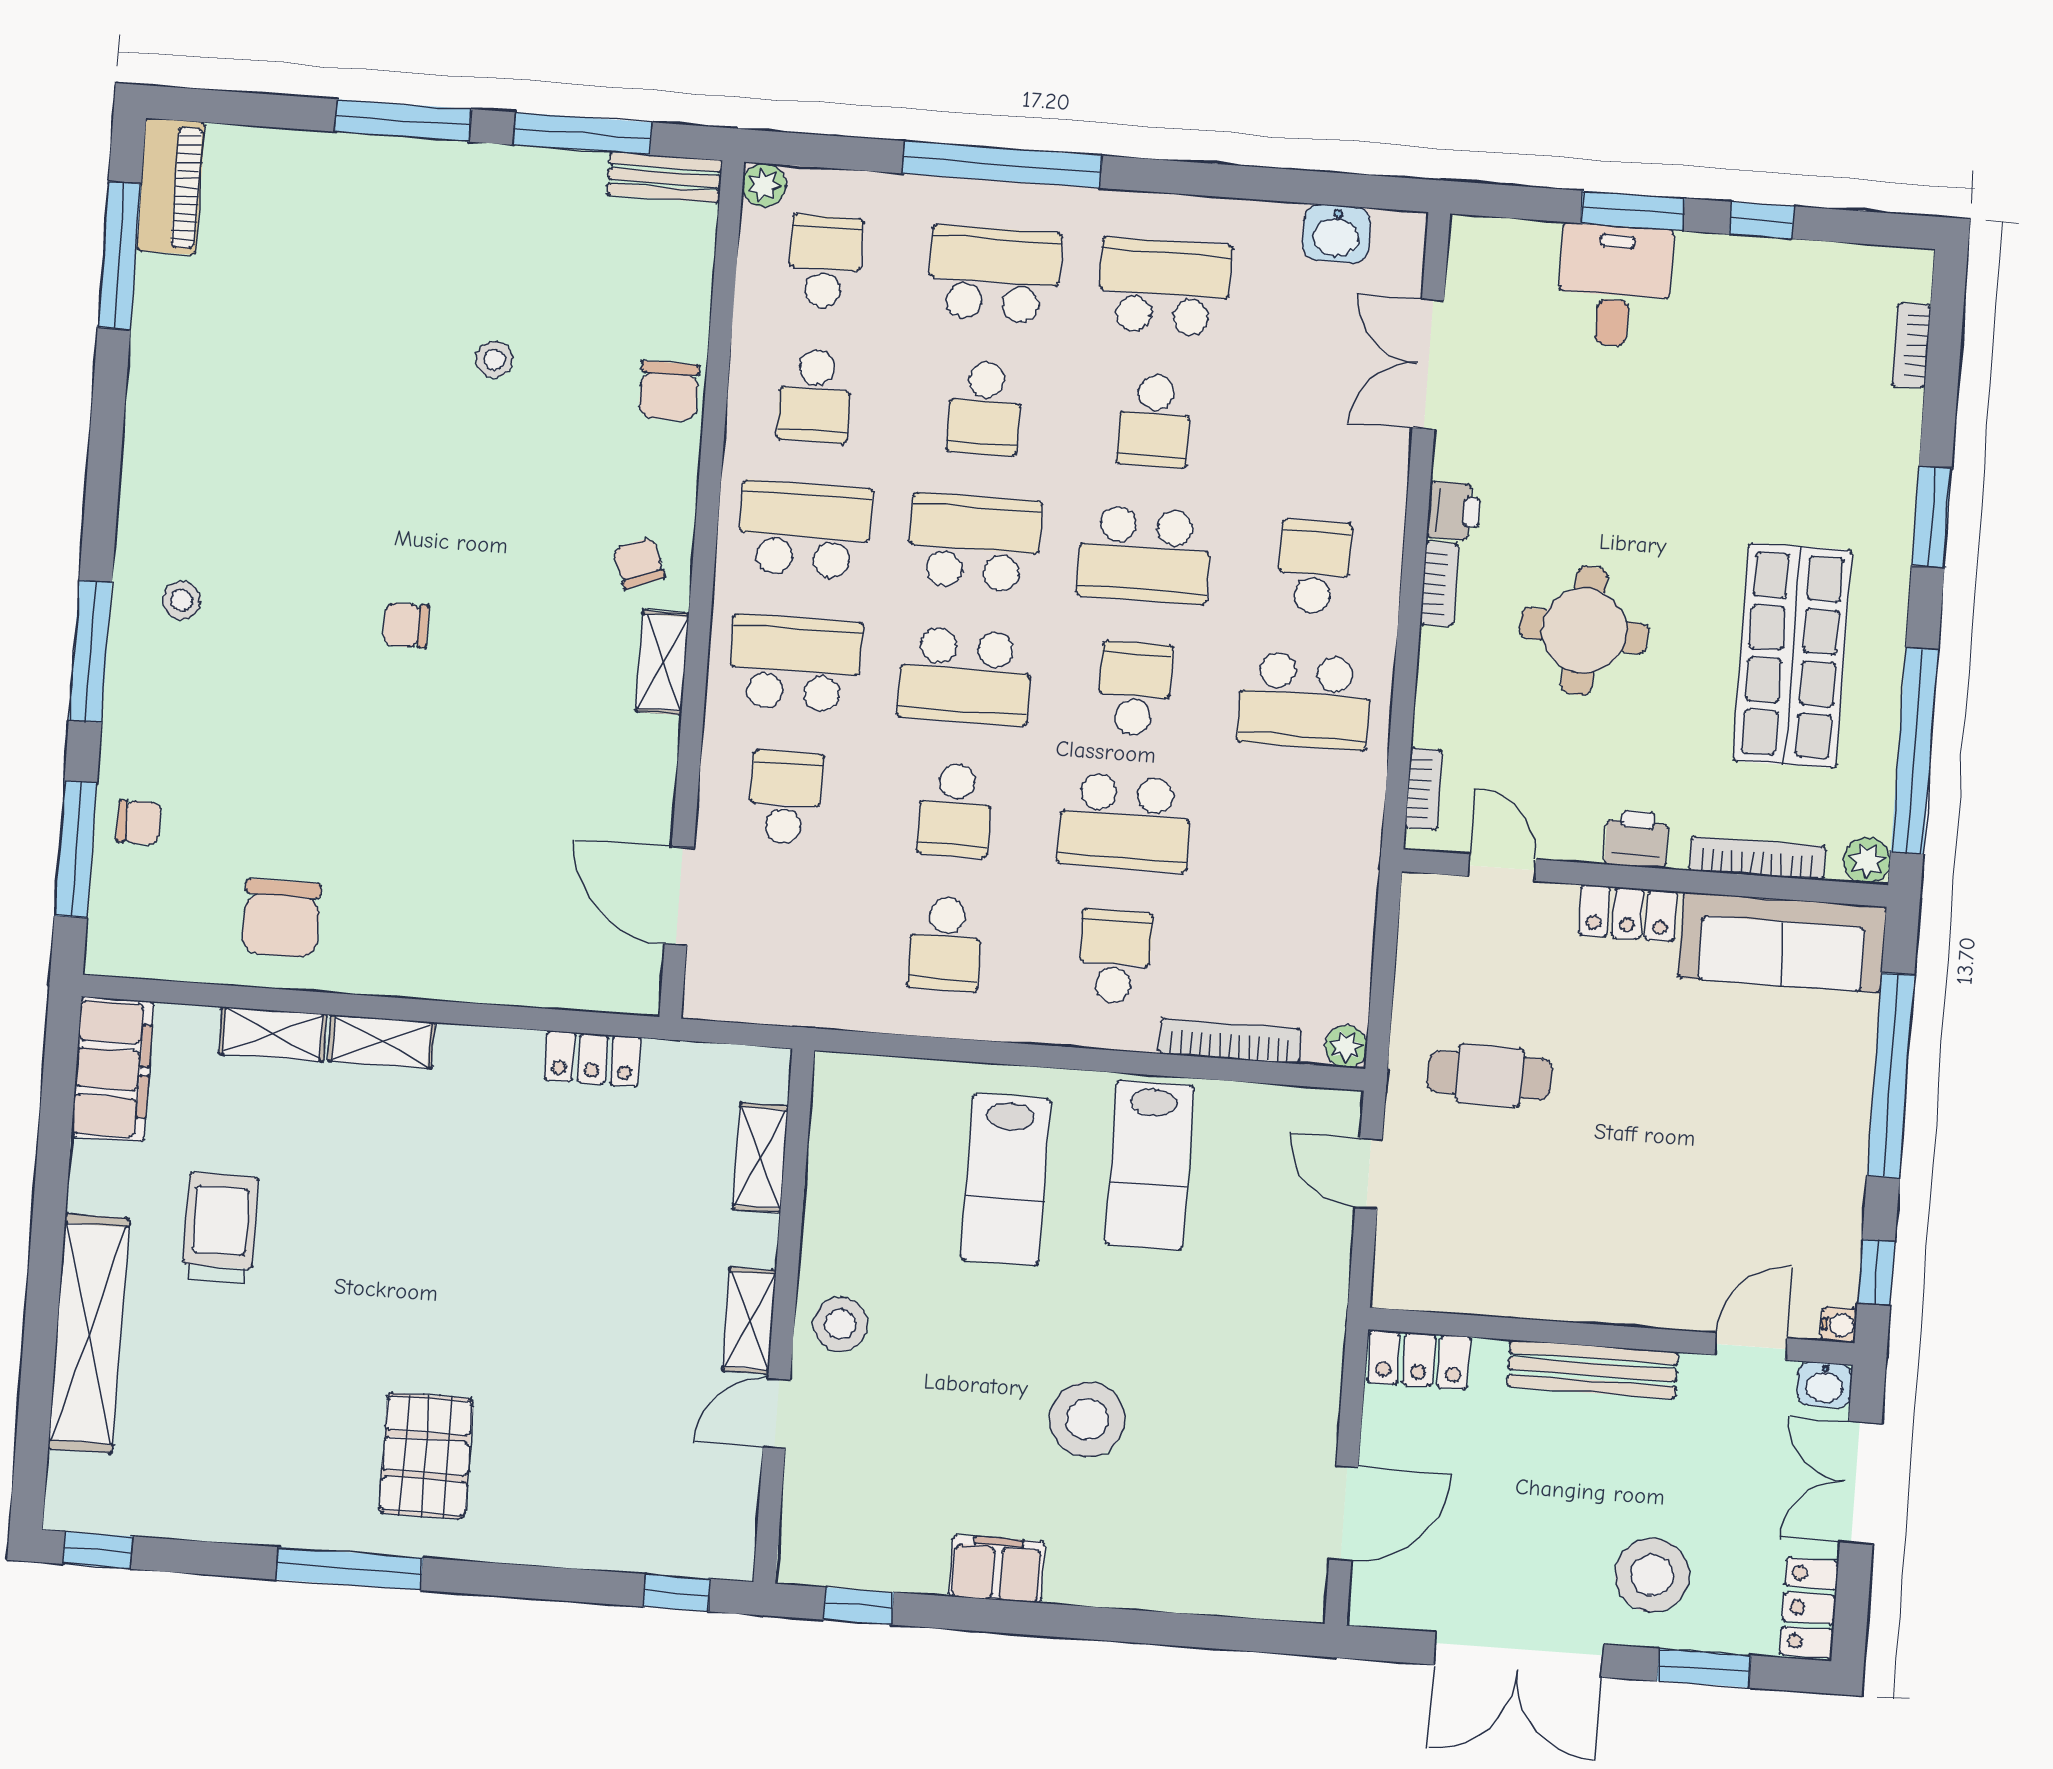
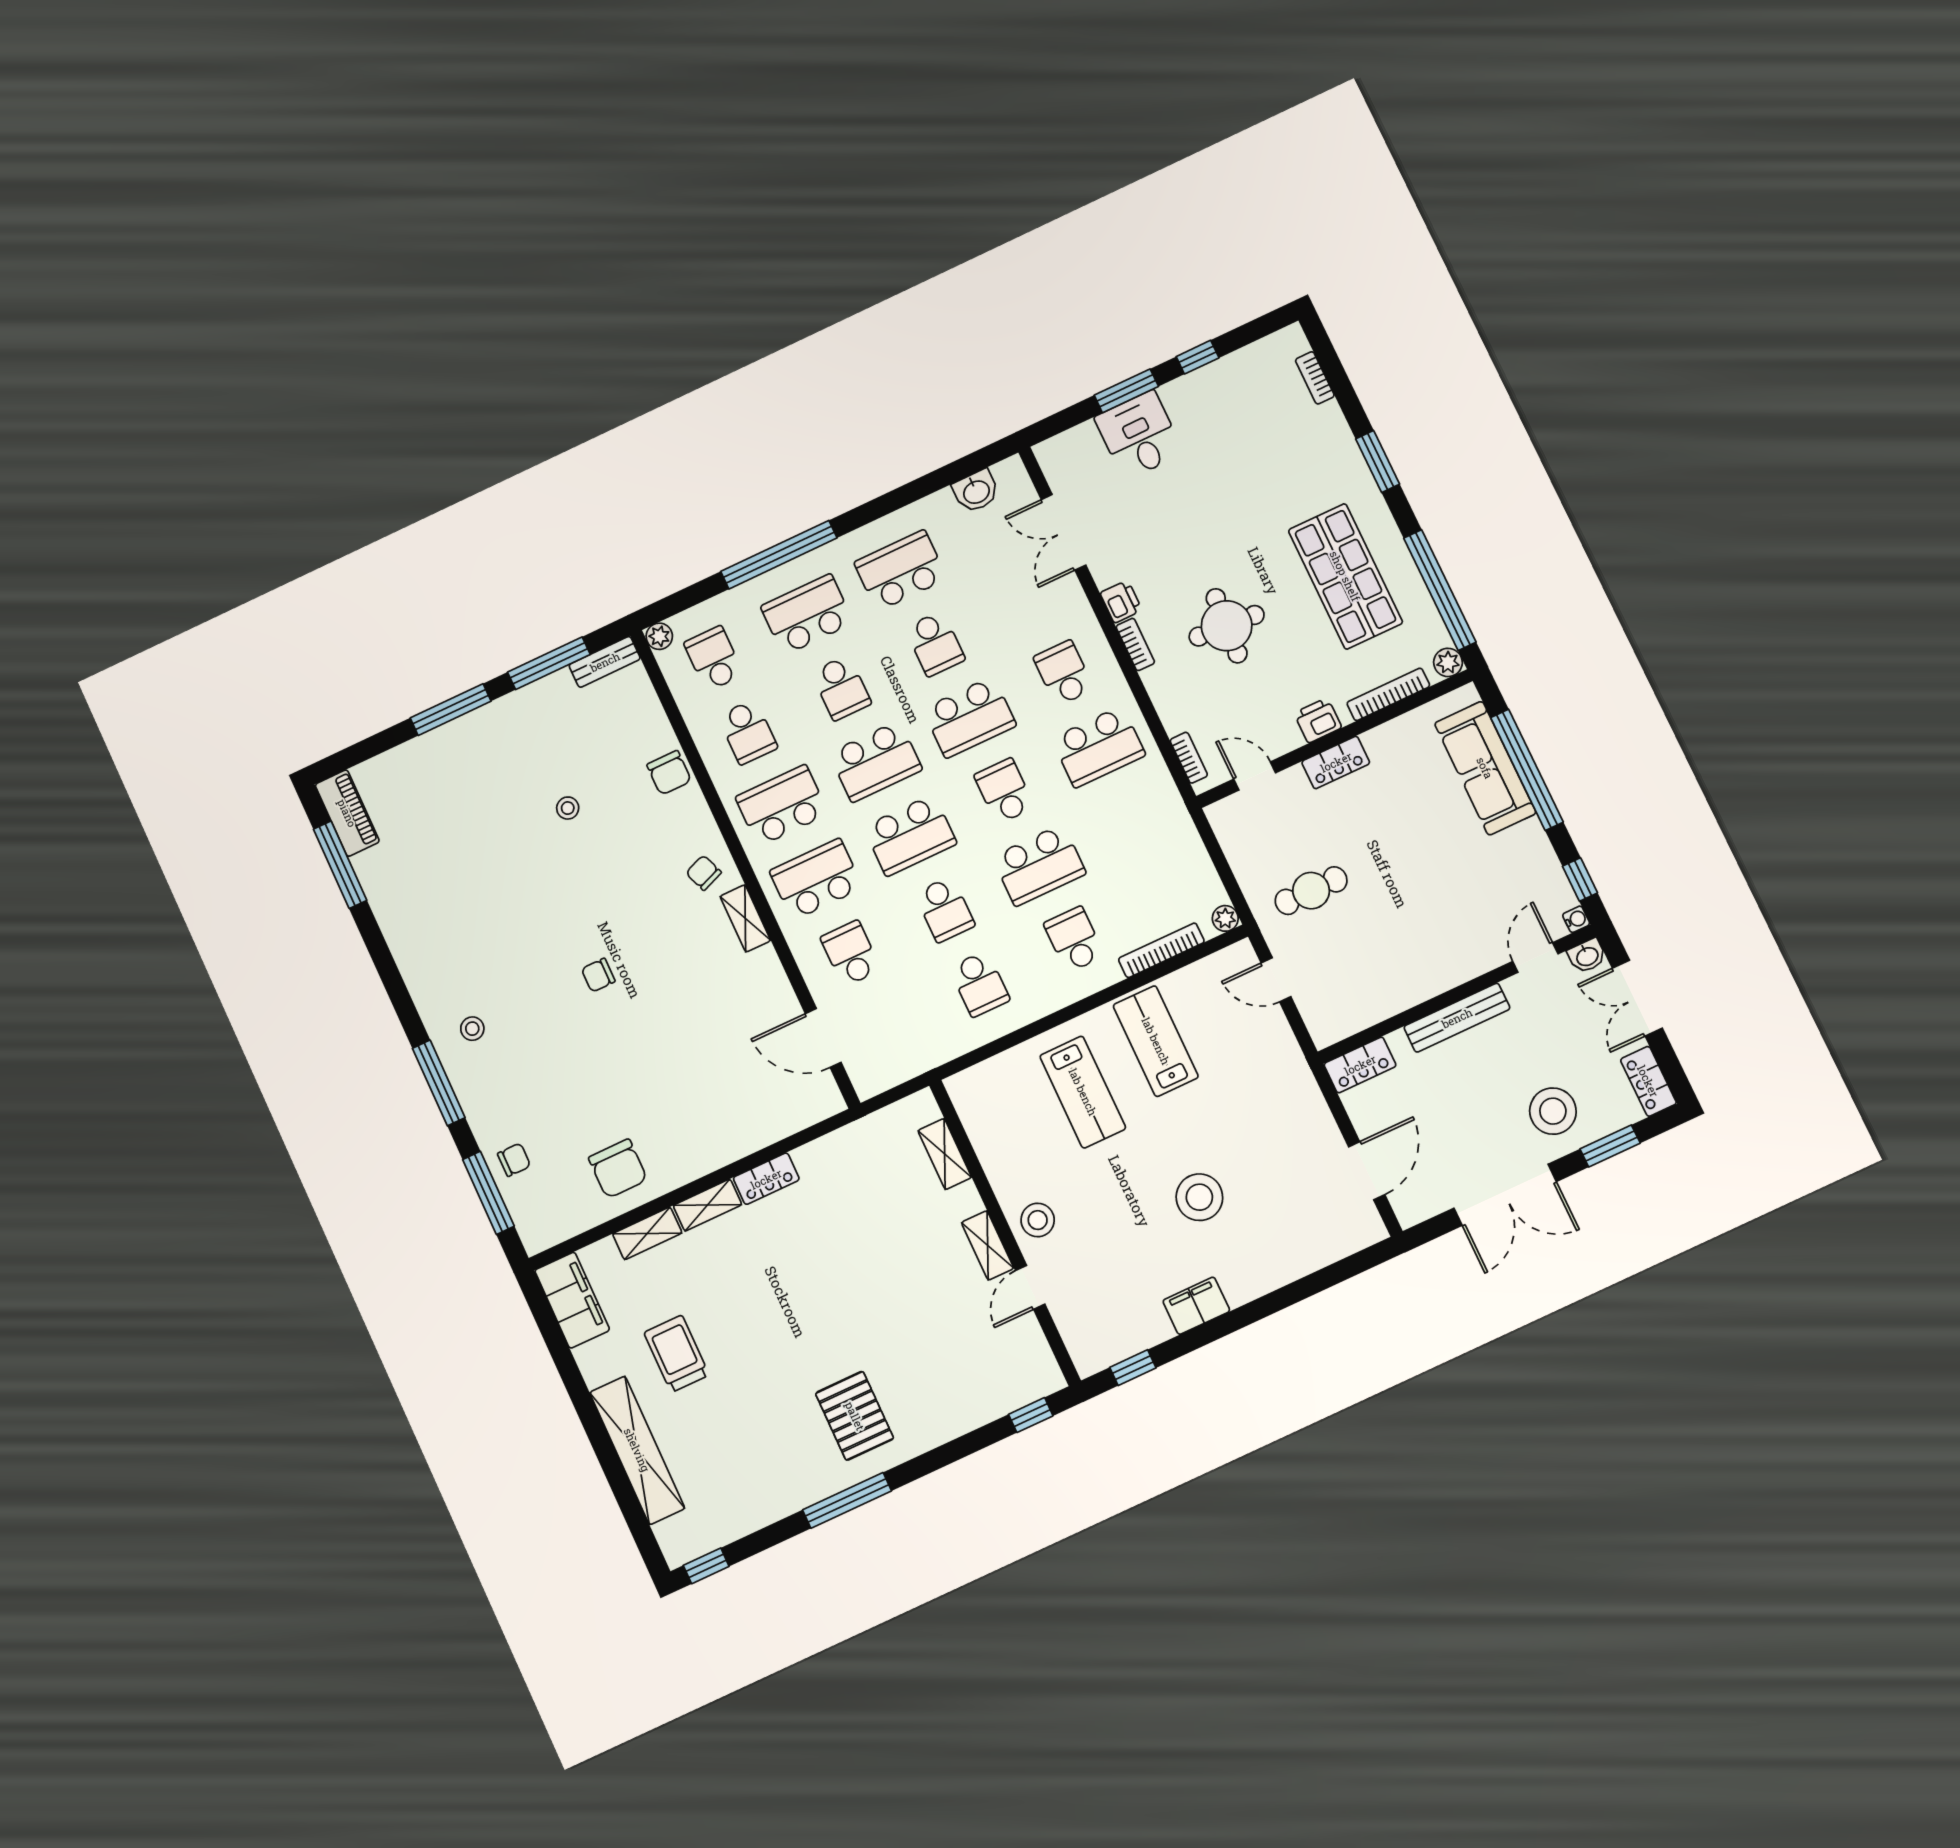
school desk: (975, 542) -> (876, 761), turned 180
sofa: (1782, 942) -> (1485, 768), moved, turned 90
locker: (592, 1059) -> (766, 1179), moved
lab bench: (1150, 1165) -> (1156, 1041), turned 180

